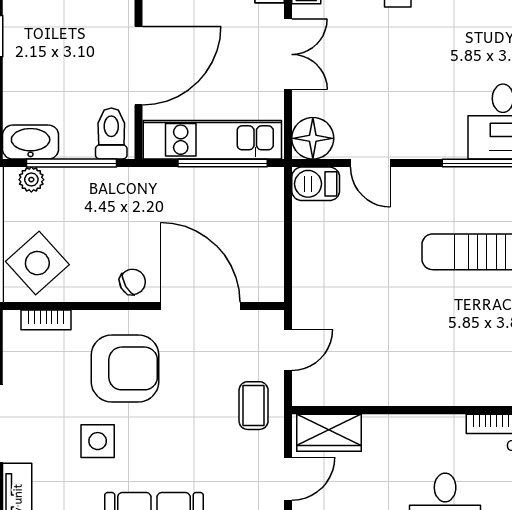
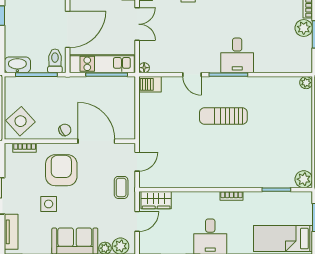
floor lamp: (313, 138) -> (144, 68), width x0.53, depth x0.53
door: (370, 163) -> (192, 75), moved
plant: (31, 180) -> (18, 82), removed
armchair: (125, 368) -> (61, 170), turned -90

